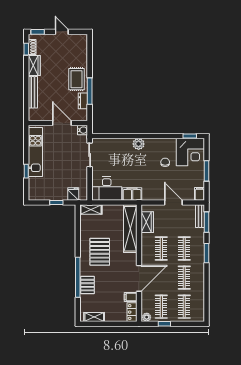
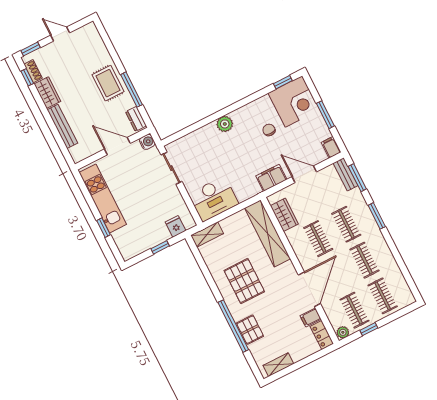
dresser: (83, 101) -> (136, 119), moved
filing cabinet: (132, 194) -> (271, 178), moved

